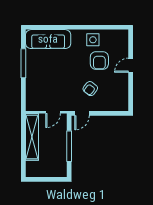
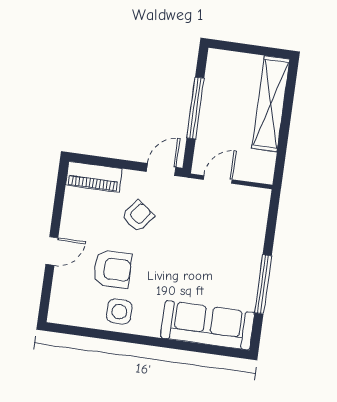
armchair: (99, 60) -> (112, 269), turned 90
piano: (115, 105) -> (94, 177), added
shelving: (32, 137) -> (271, 104), moved

